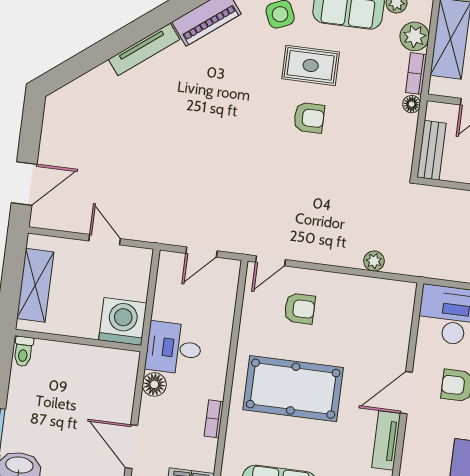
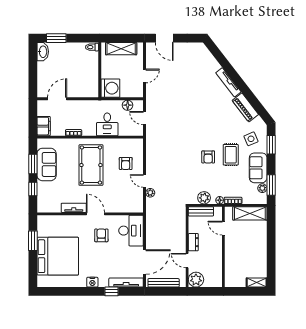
plant: (415, 36) -> (204, 198), moved
door: (271, 261) -> (145, 181), moved
desk: (174, 348) -> (107, 124), moved, turned 180
floor lamp: (154, 384) -> (128, 105), moved

